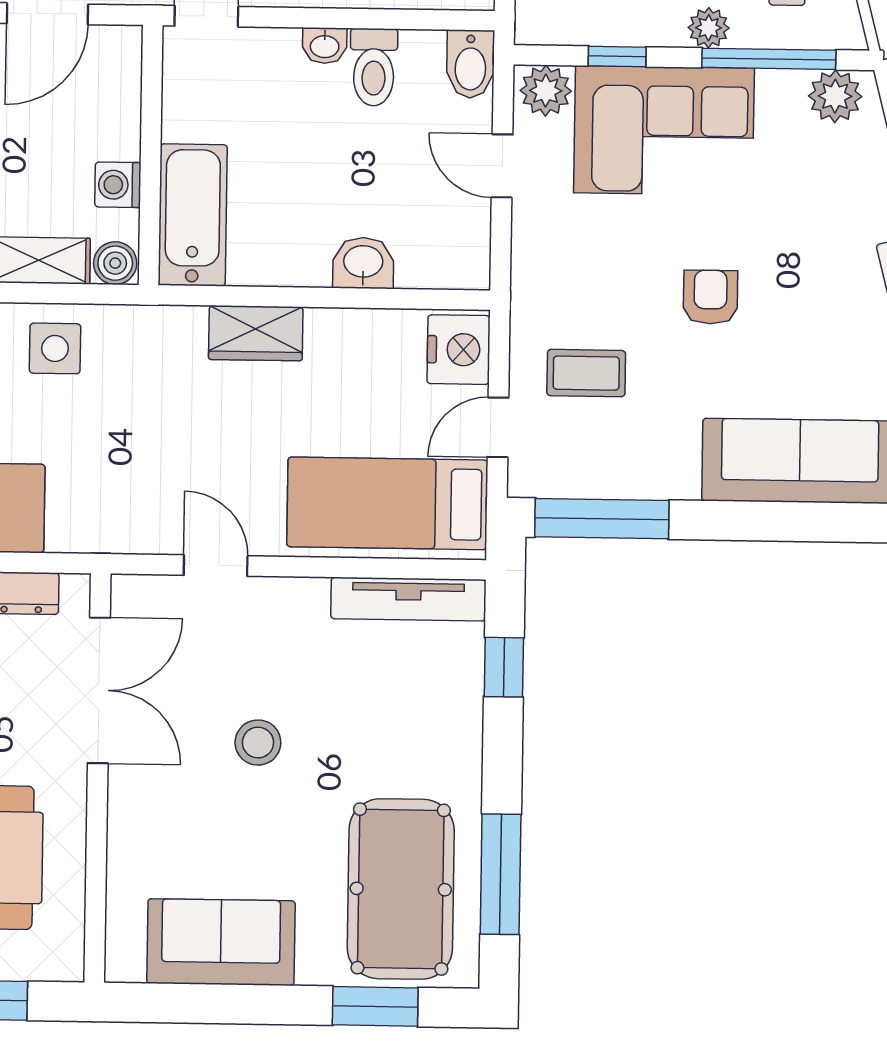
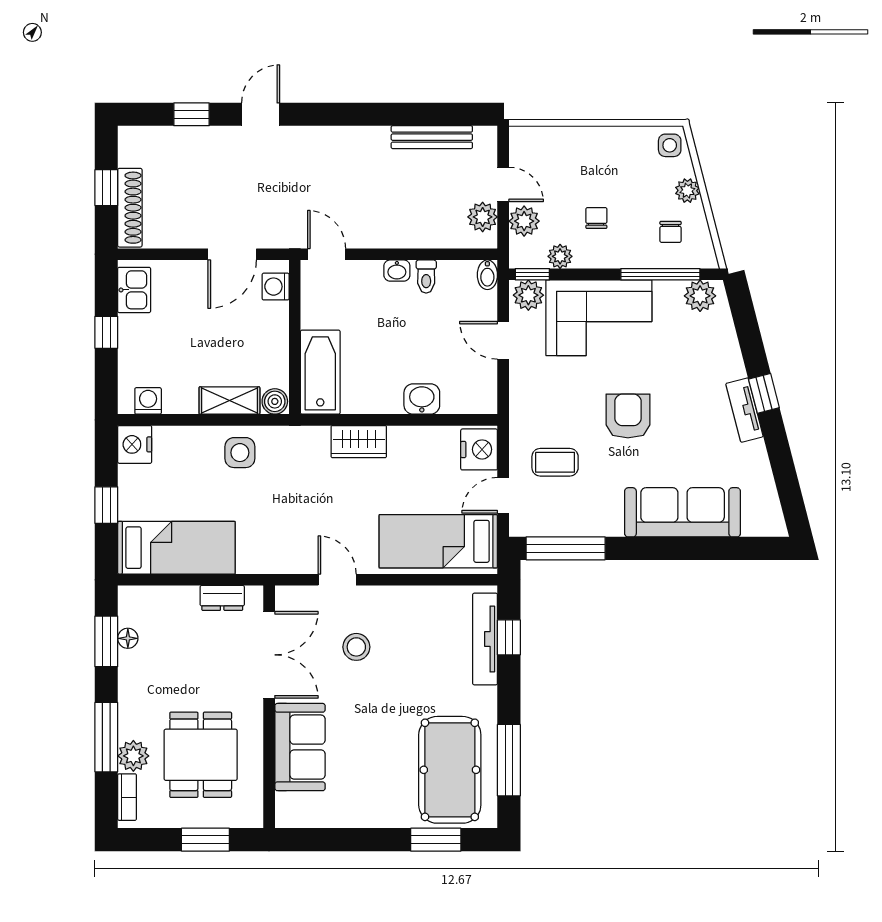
plant: (709, 28) -> (560, 256), moved
window: (617, 56) -> (532, 274), moved
bidet: (470, 64) -> (487, 275), width x0.72, depth x0.74
toilet: (374, 67) -> (426, 276), width x0.73, depth x0.72
washing machine: (118, 185) -> (276, 287), moved
armchair: (710, 297) -> (628, 416), width x1.38, depth x1.38
tv unit: (408, 599) -> (485, 639), moved, turned 90
stool: (258, 743) -> (356, 647), moved
sofa: (221, 942) -> (300, 747), moved, turned 90

